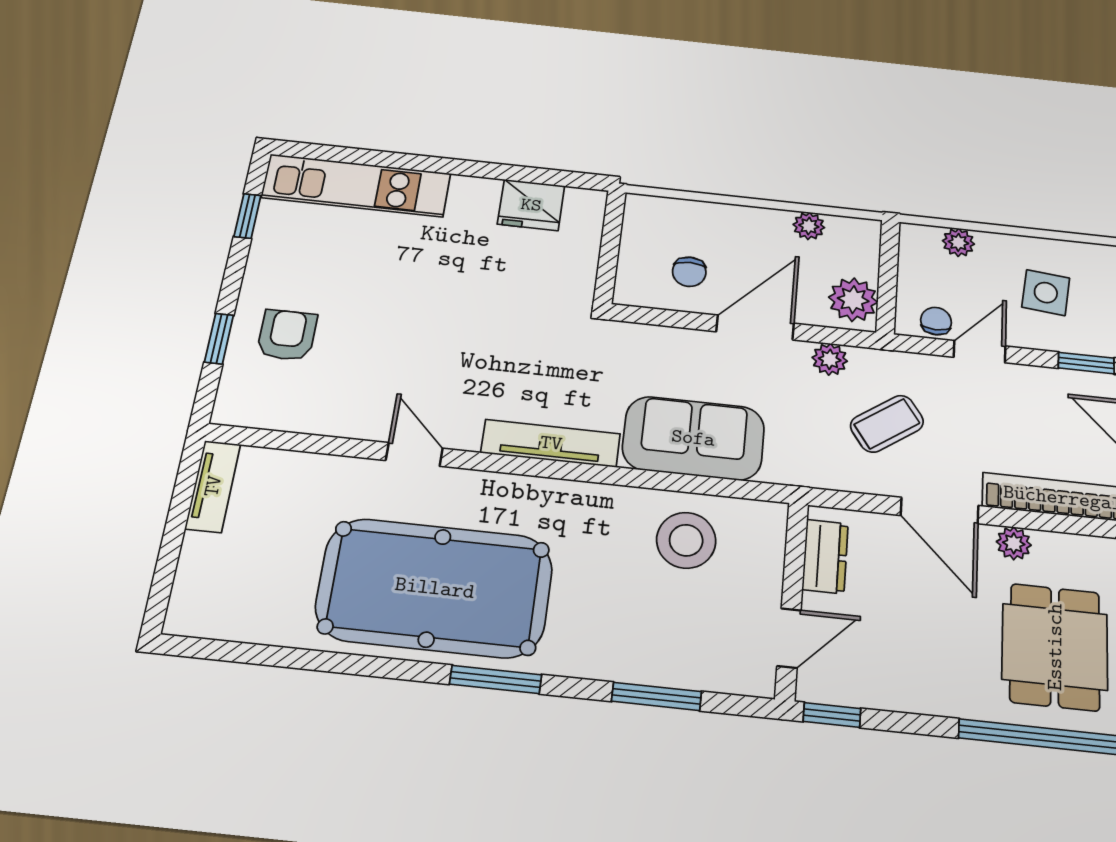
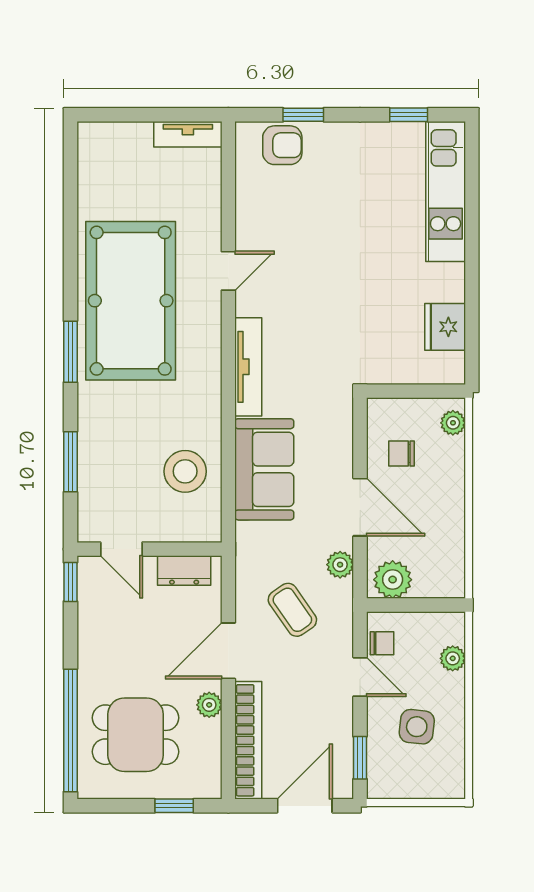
plant: (809, 226) -> (453, 423), moved
armchair: (287, 335) -> (282, 145), moved

